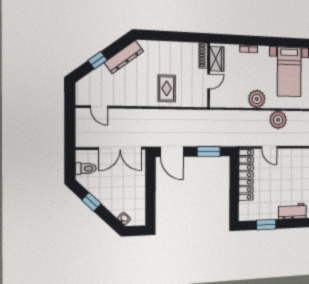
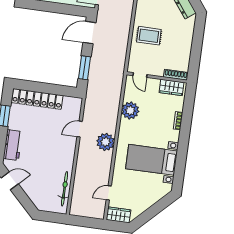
door: (209, 81) -> (140, 75), moved
plant: (257, 99) -> (130, 111), moved
locker: (246, 175) -> (37, 99), moved

